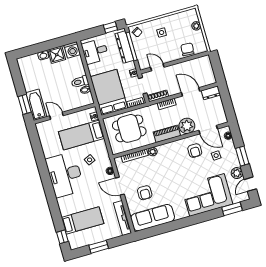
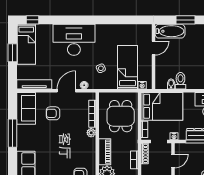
window: (25, 104) -> (186, 20), moved
desk: (65, 175) -> (74, 40), moved
sofa: (153, 218) -> (26, 108), width x0.73
bed: (83, 220) -> (26, 44), moved
window: (174, 225) -> (13, 133), added

